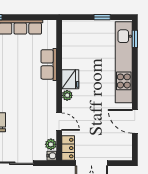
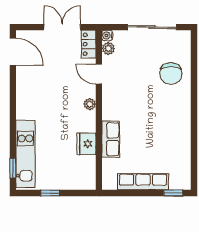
kitchen unit: (124, 62) -> (25, 154), width x0.73
fridge: (70, 79) -> (86, 144), moved
door: (135, 121) -> (13, 52), moved

